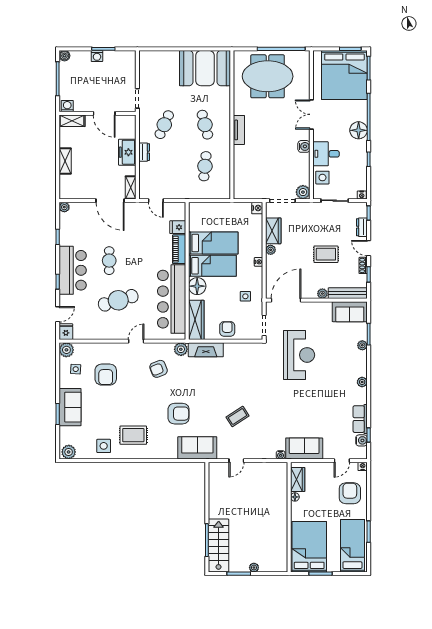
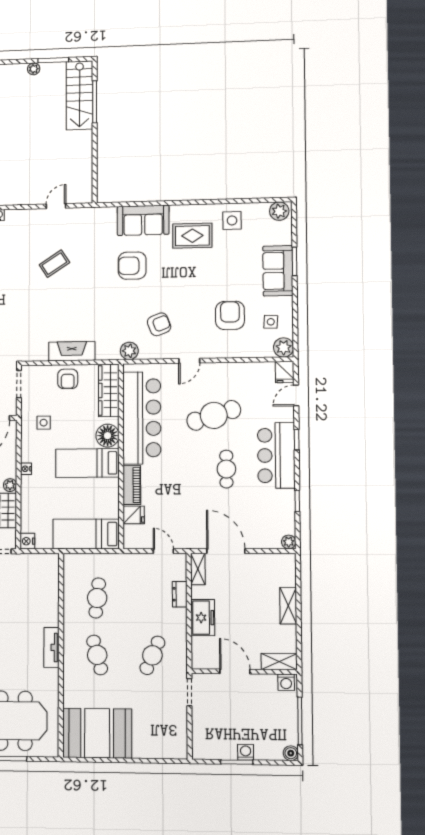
dresser: (144, 152) -> (180, 594), moved
bed: (213, 243) -> (86, 534), moved
fireplace: (206, 350) -> (72, 351), moved
sofa: (197, 448) -> (143, 220), moved

